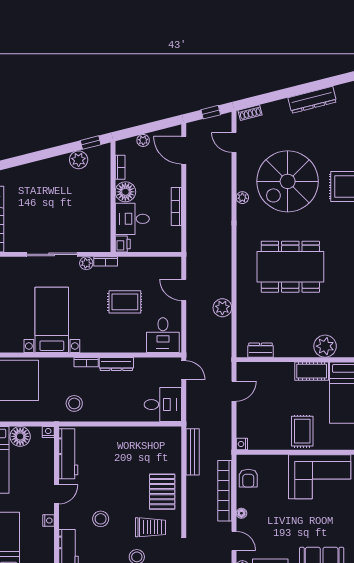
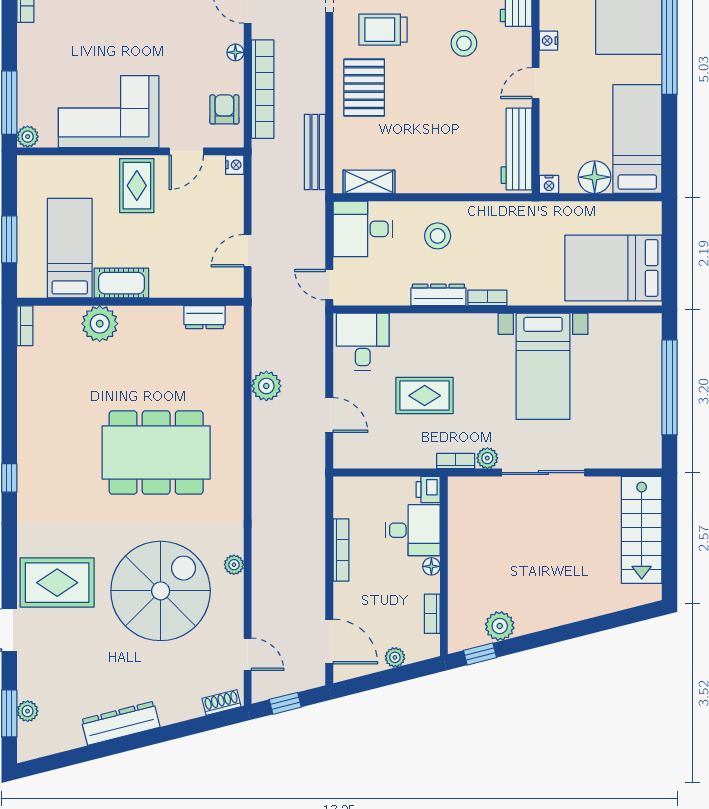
floor lamp: (125, 192) -> (431, 566), width x0.53, depth x0.53
stool: (74, 403) -> (438, 236), moved
shelving: (159, 434) -> (369, 182), added
door: (272, 452) -> (186, 151), added

